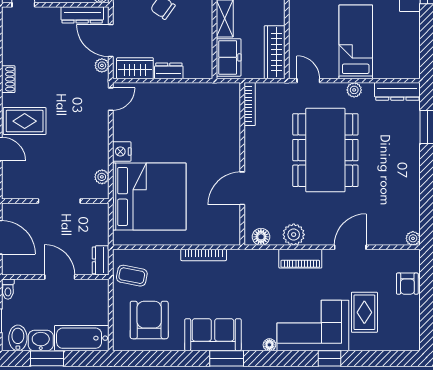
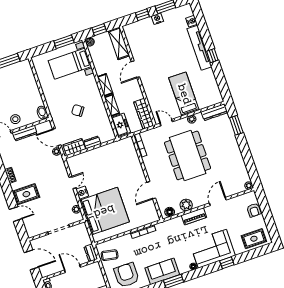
dresser: (82, 15) -> (25, 133), moved
door: (111, 99) -> (72, 183), moved
rug: (364, 312) -> (254, 239), moved, turned 90

